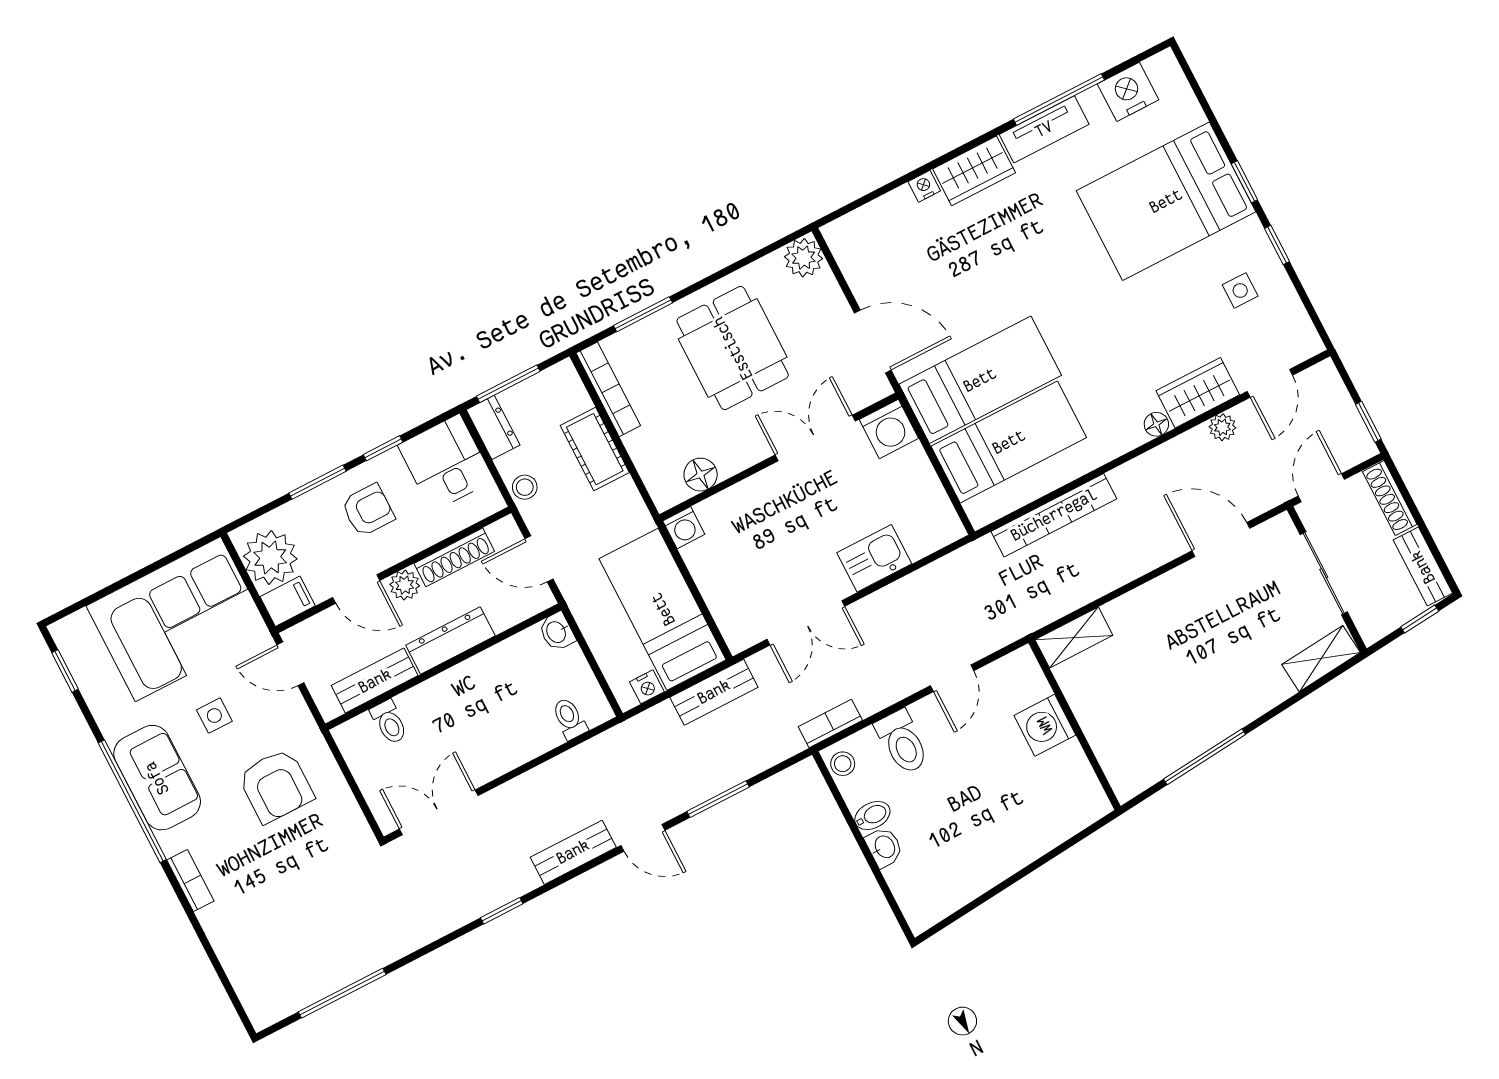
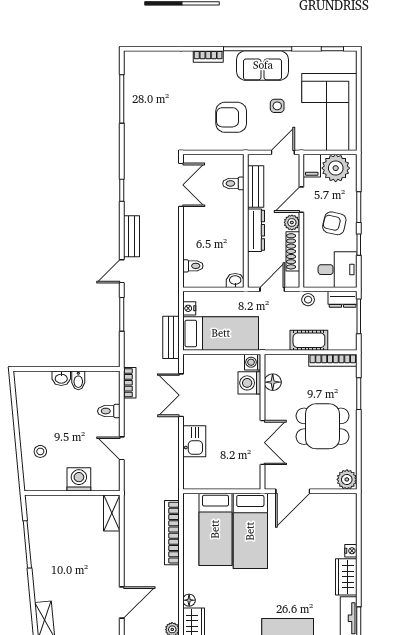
washing machine: (889, 429) -> (249, 383), moved
armchair: (368, 510) -> (334, 223), turned 103
toilet: (902, 742) -> (109, 411), width x0.73, depth x0.72
stool: (843, 764) -> (40, 451), moved

